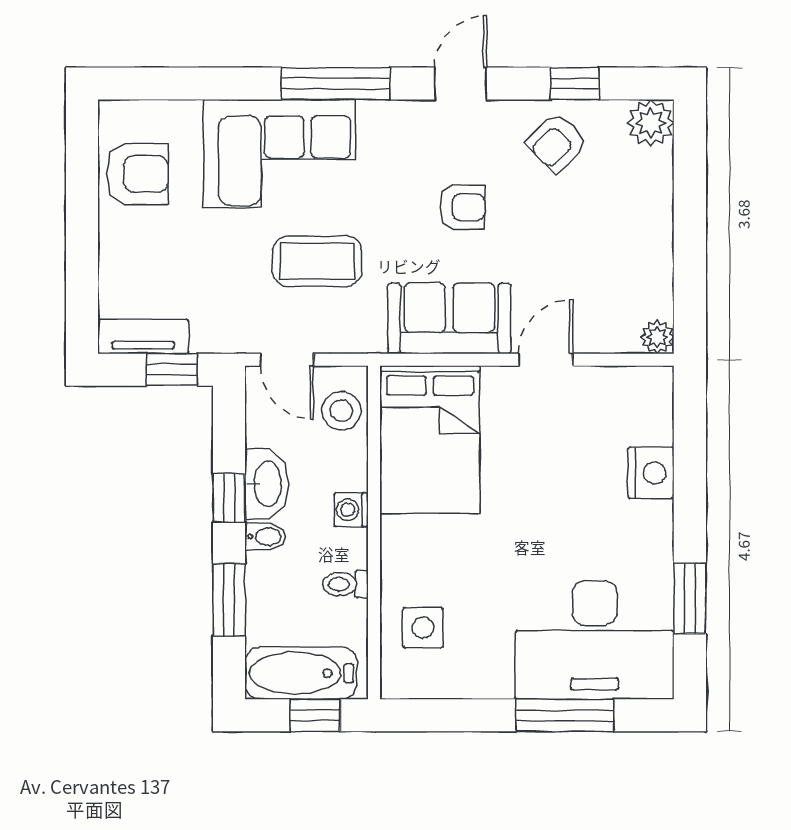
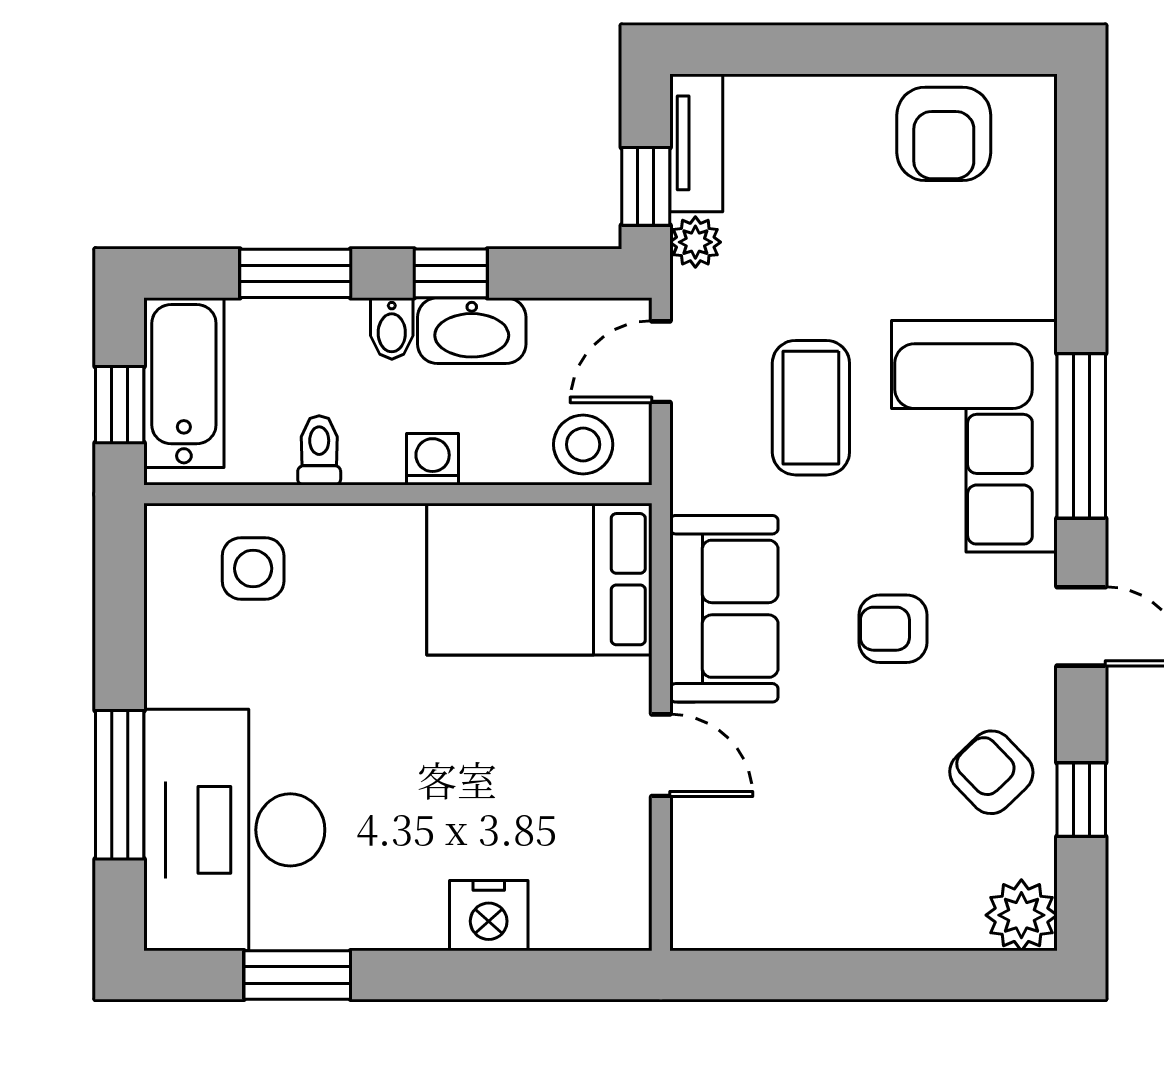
corner sofa: (279, 154) -> (974, 436), moved
armchair: (462, 207) -> (893, 629), turned 90
plant: (657, 337) -> (695, 242), moved

